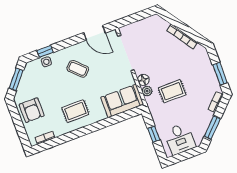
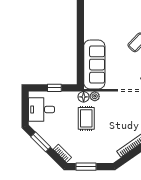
floor lamp: (143, 80) -> (84, 97), moved
sofa: (122, 101) -> (94, 65), width x1.36
rug: (75, 111) -> (101, 26), removed

